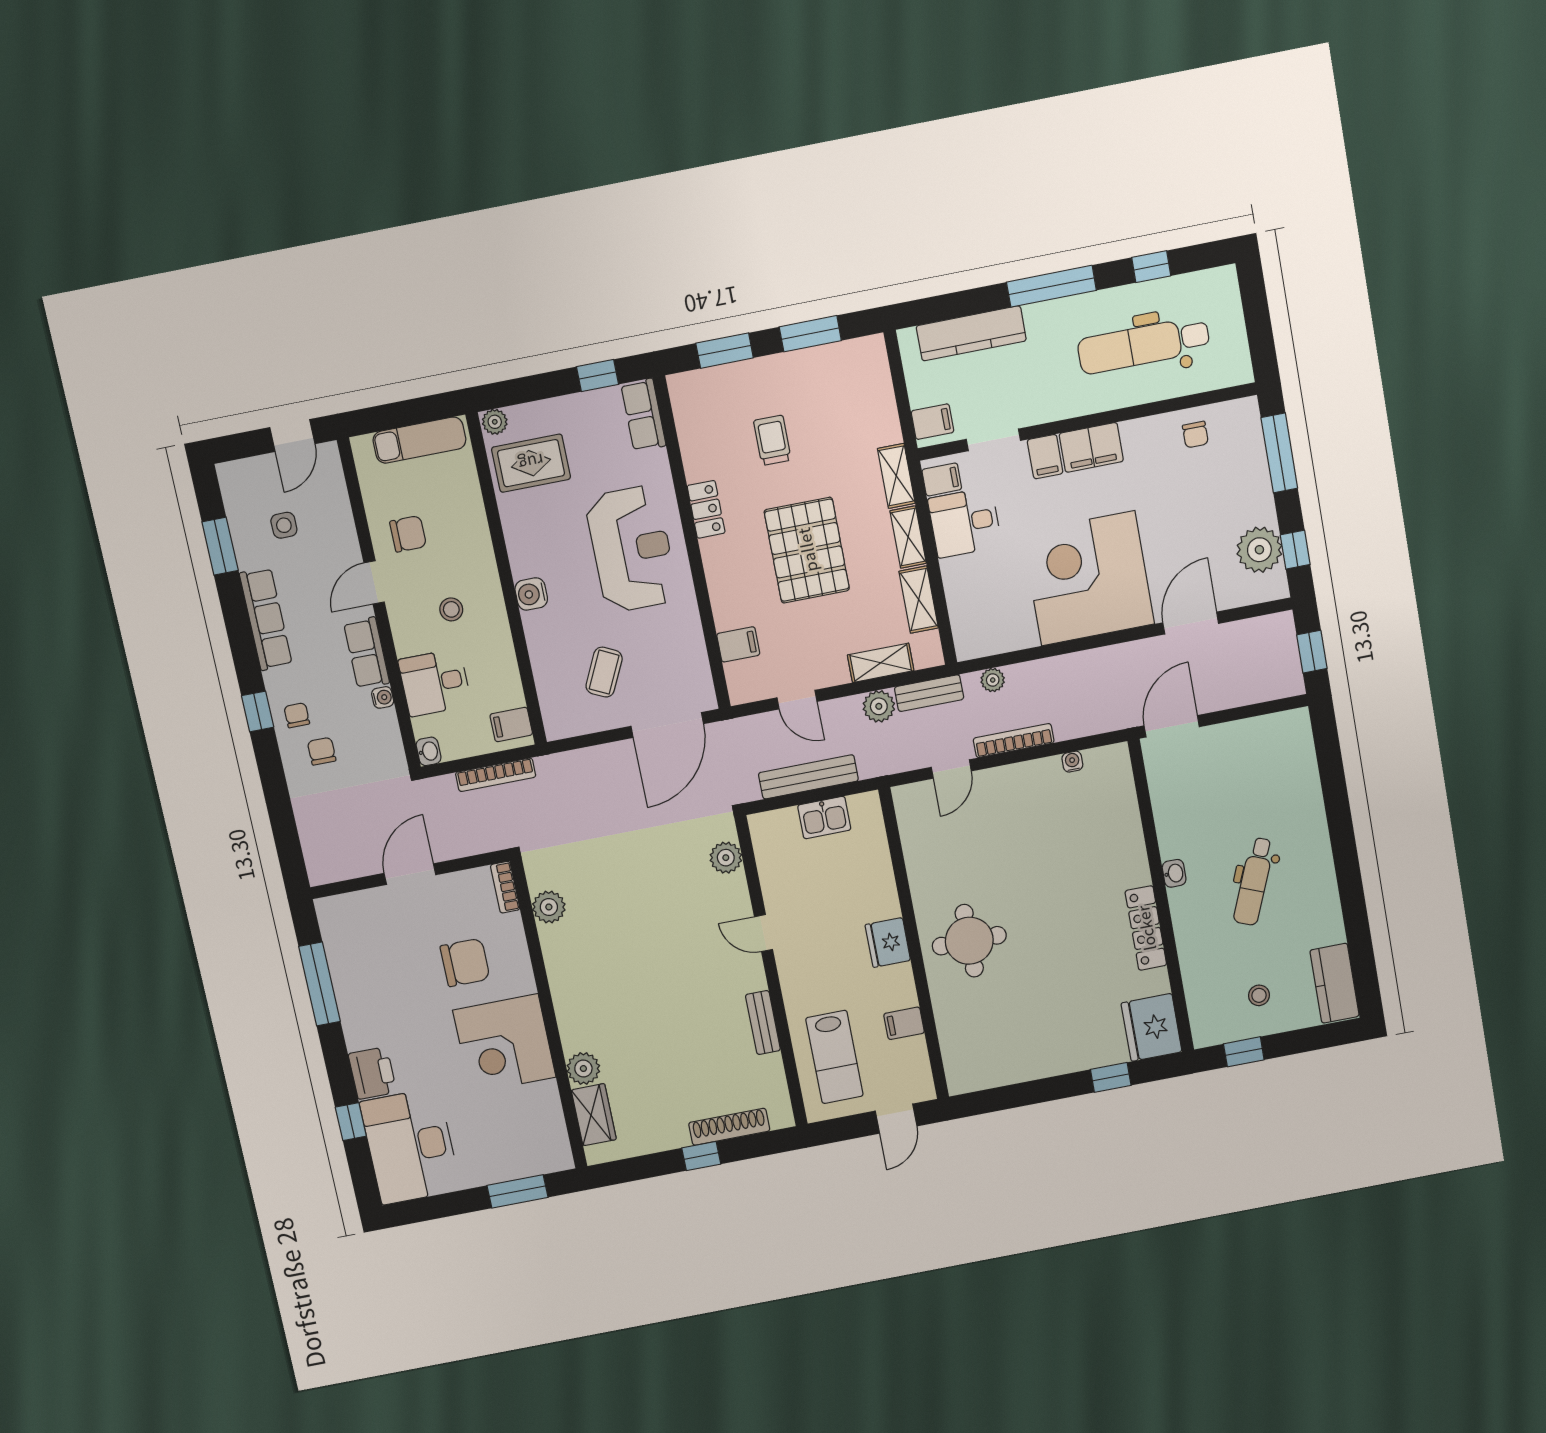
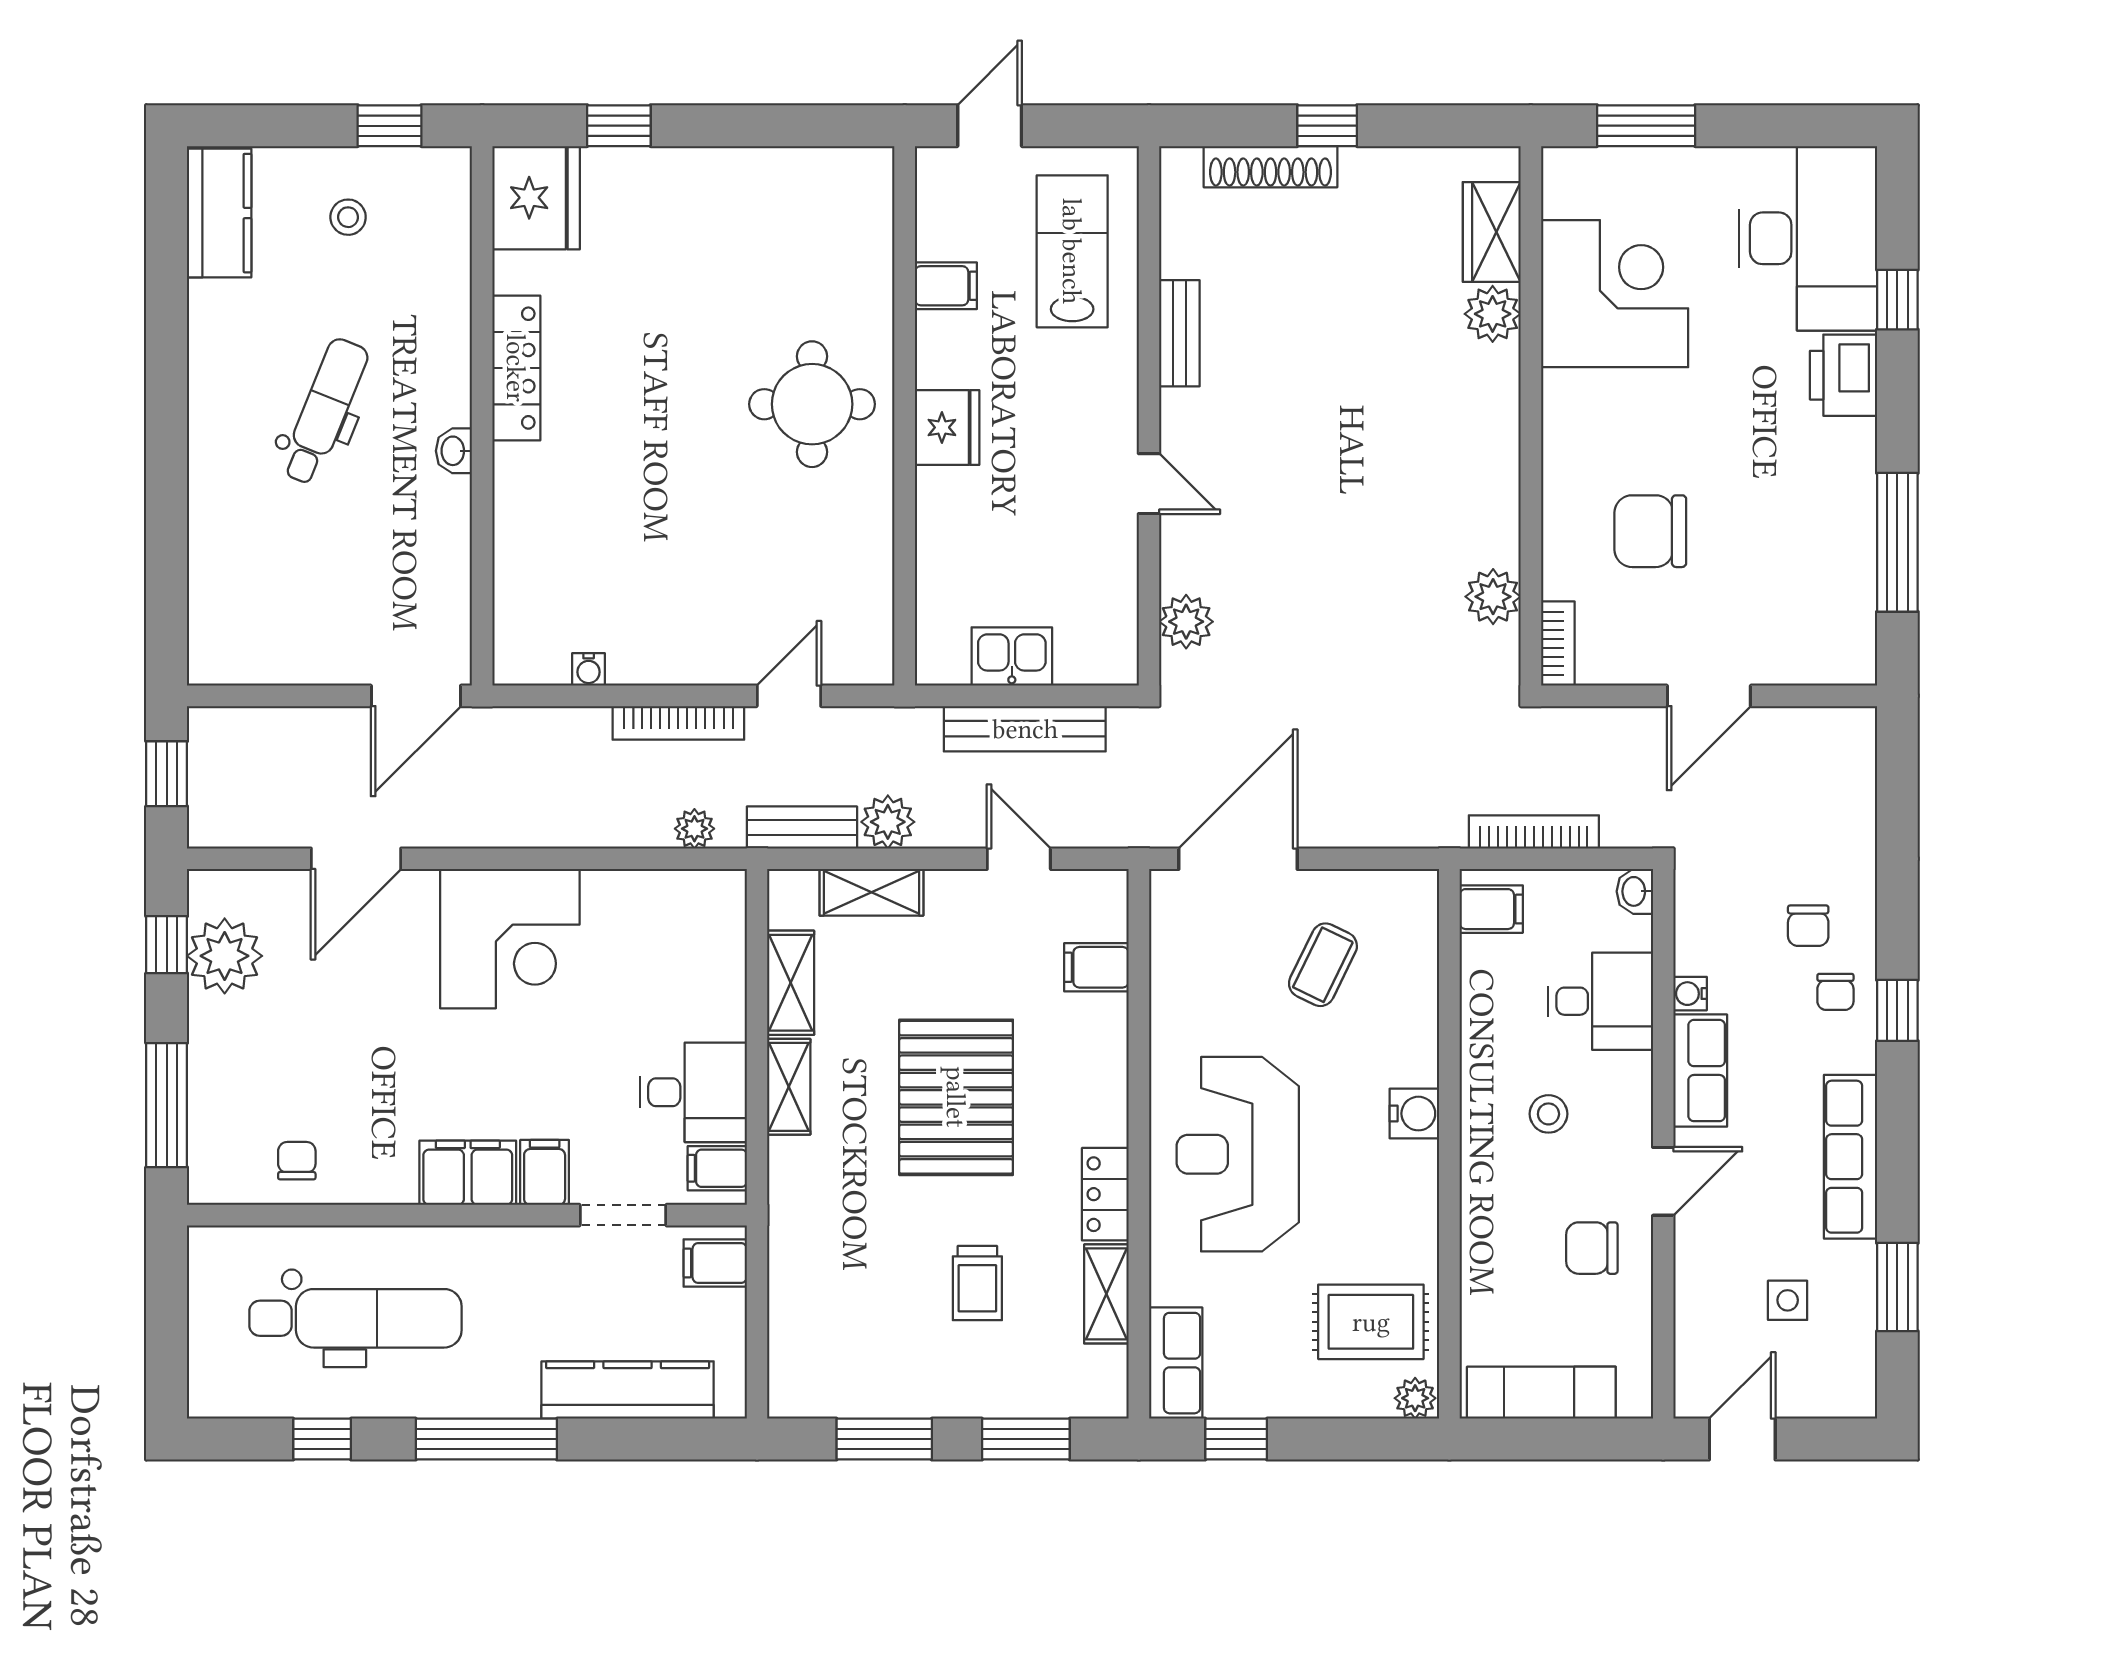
shelving: (896, 476) -> (1106, 1294), moved
corner desk: (1088, 578) -> (510, 939), width x0.74, depth x0.74
corner desk: (504, 1044) -> (1615, 294), moved

